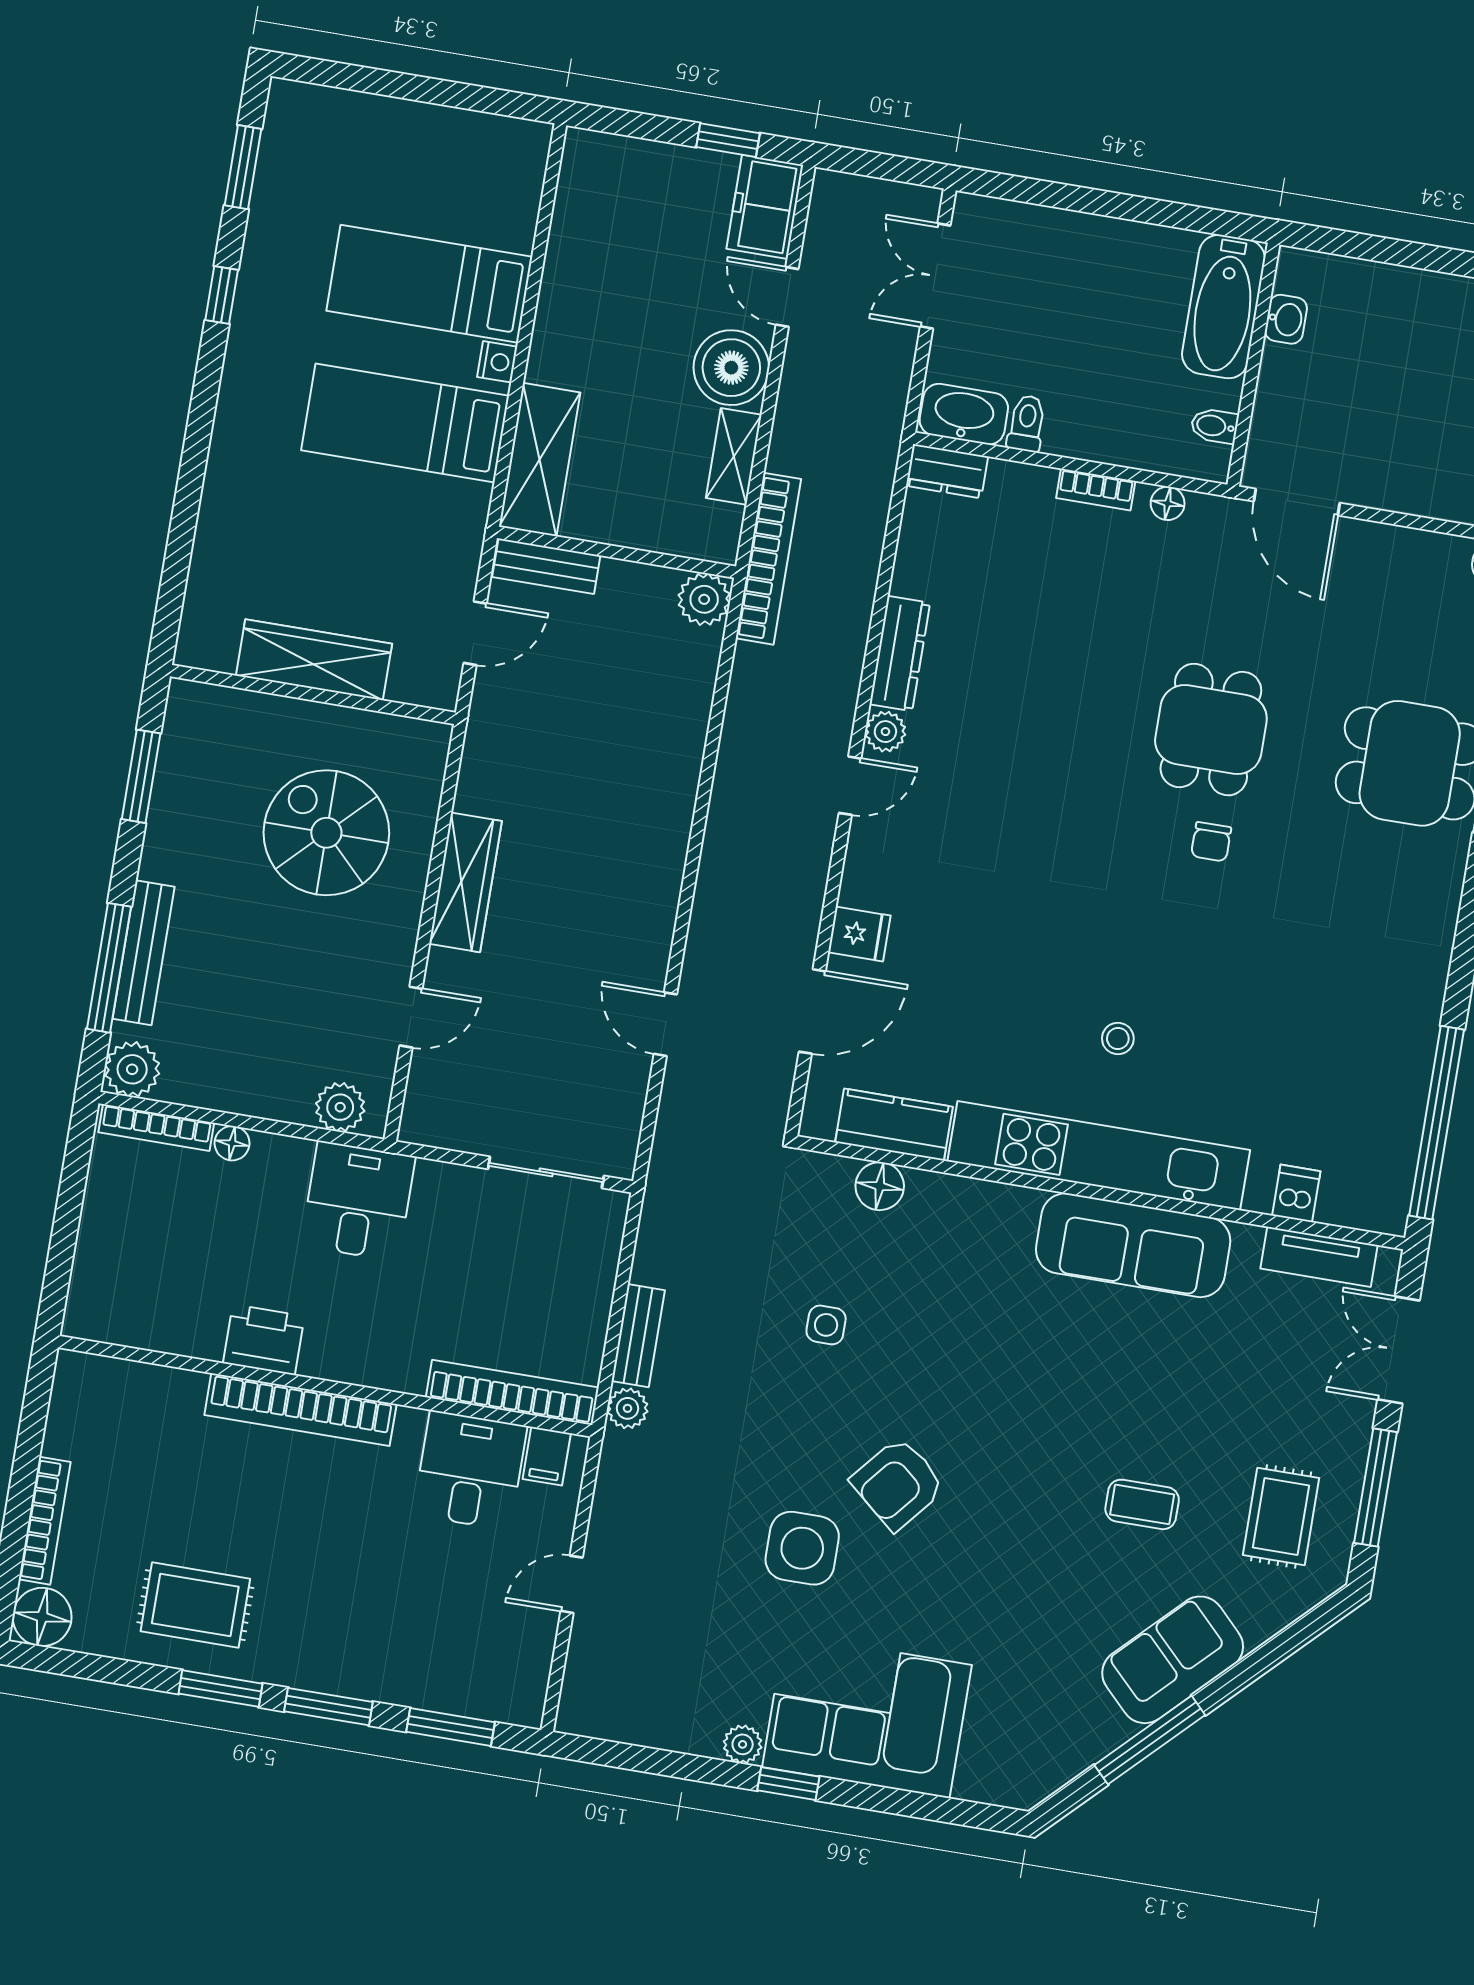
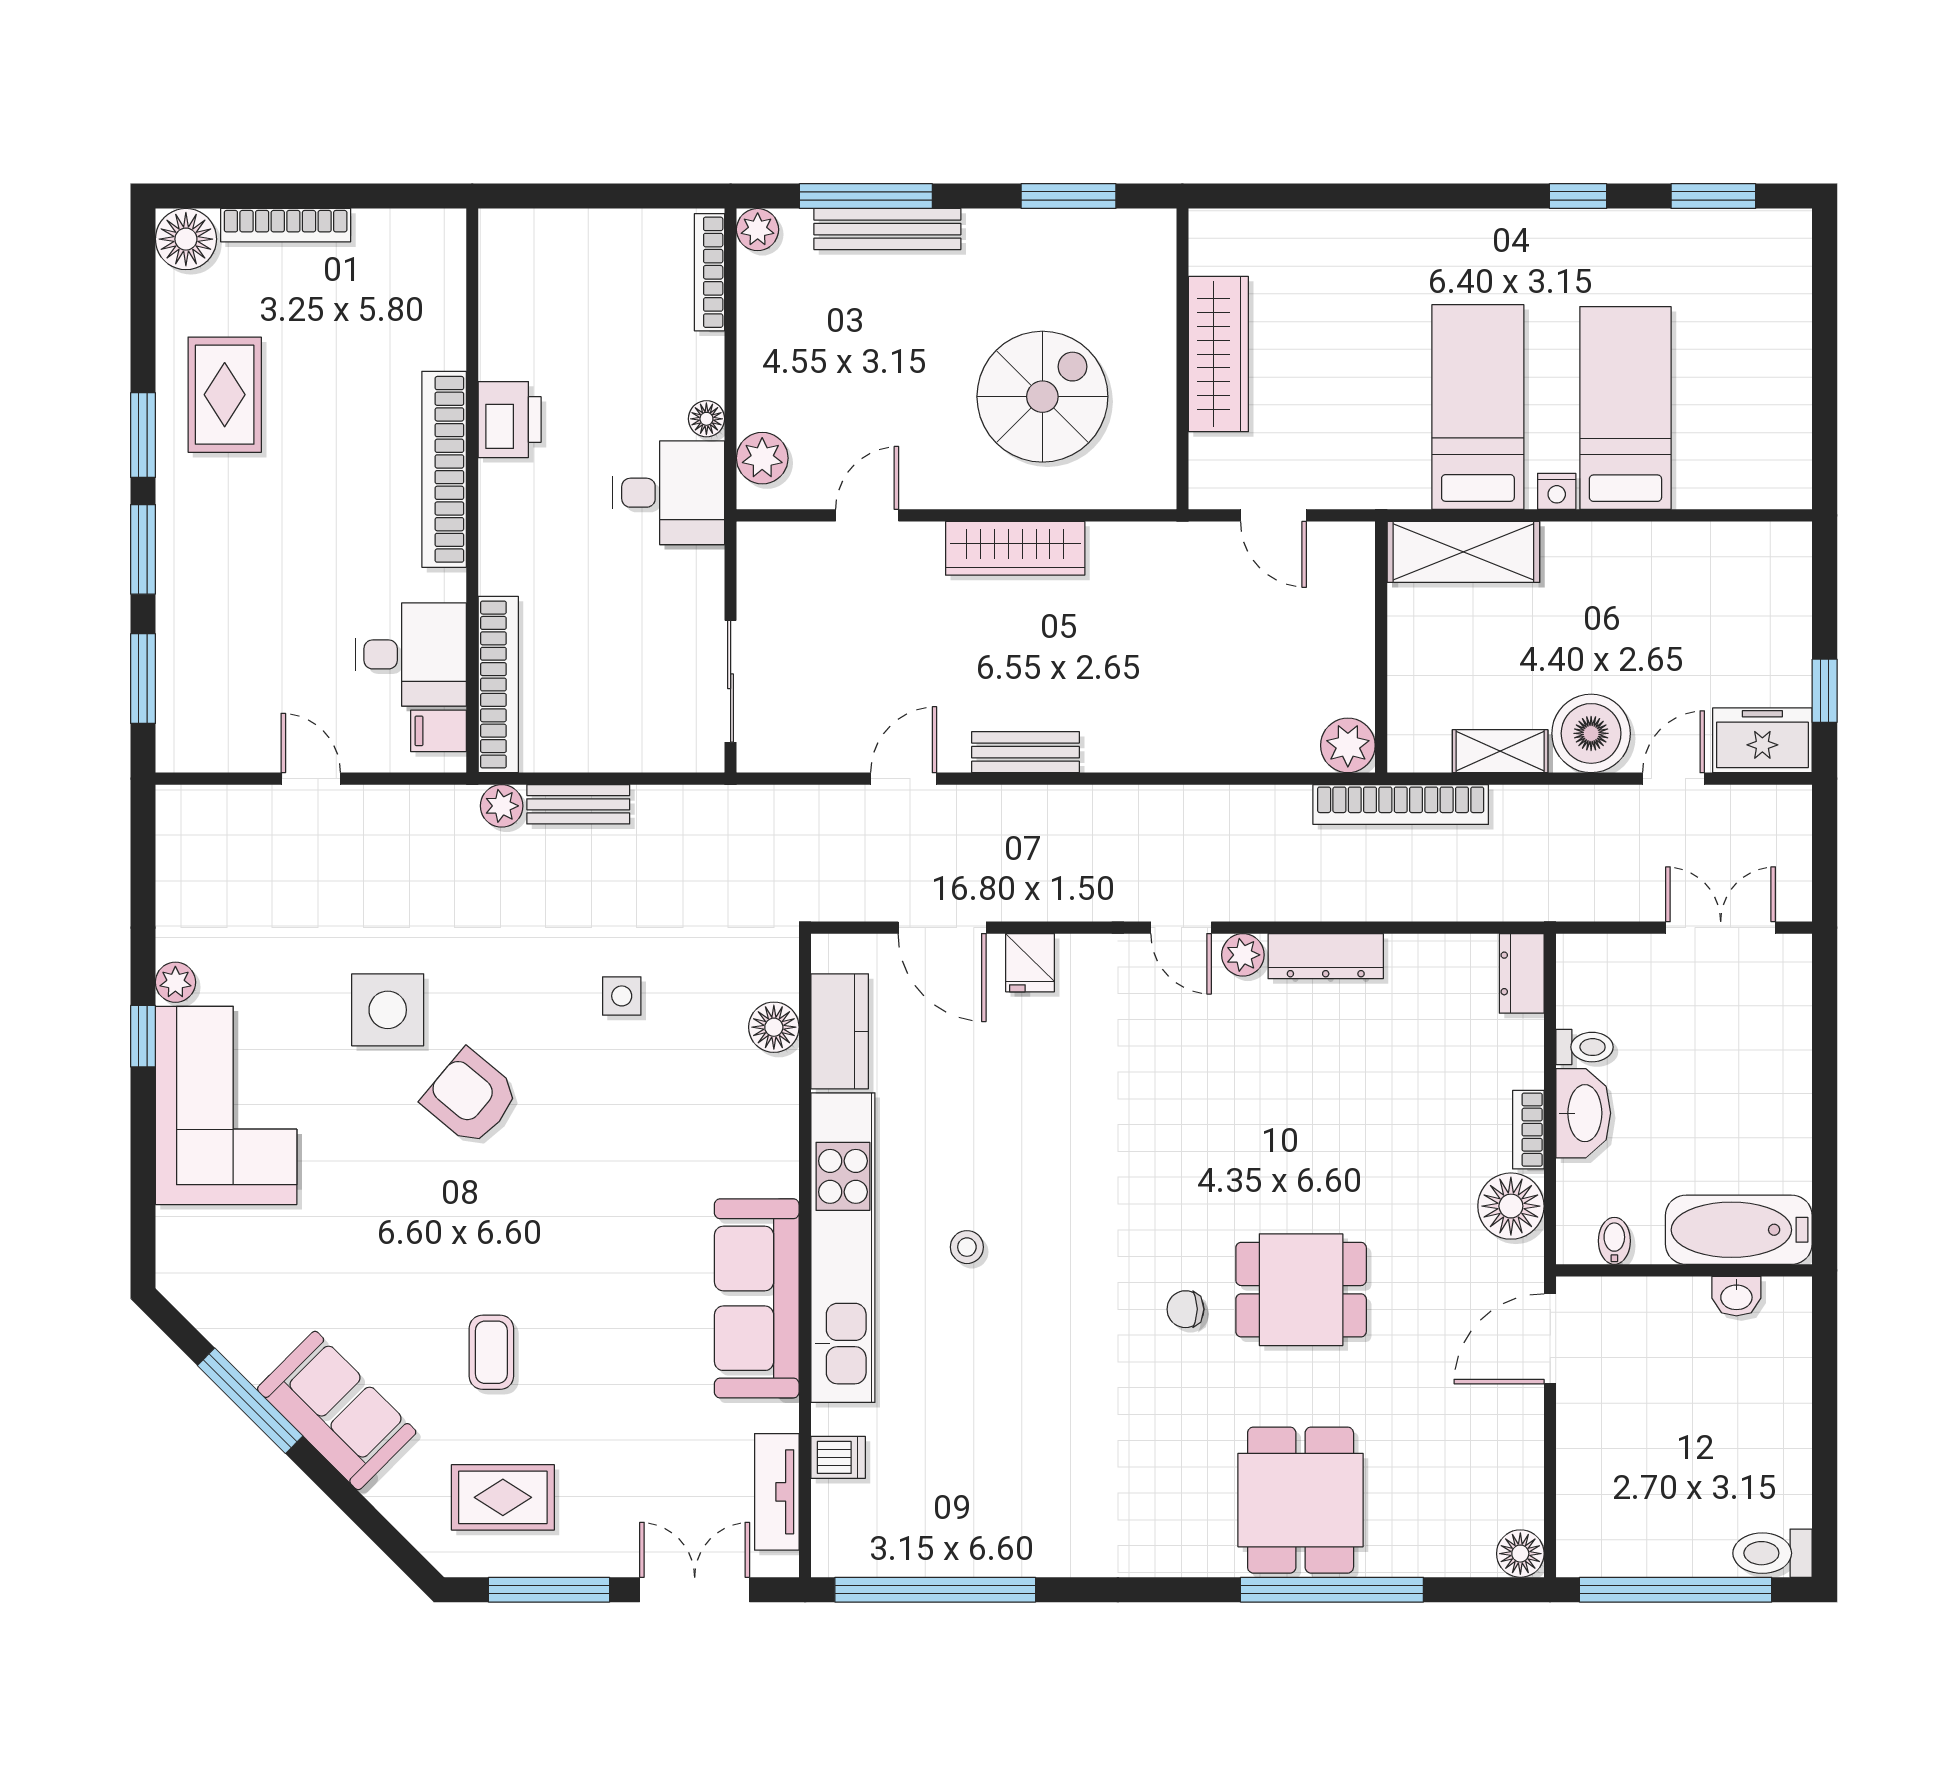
washbasin: (964, 414) -> (1583, 1113), moved
floor lamp: (1168, 503) -> (1511, 1206), width x1.89, depth x1.89
bench: (546, 566) -> (1026, 752), moved, turned 90
door: (411, 1017) -> (867, 515), swing flipped
plant: (132, 1069) -> (758, 230), width x0.73, depth x0.73
floor lamp: (232, 1143) -> (706, 419), moved

